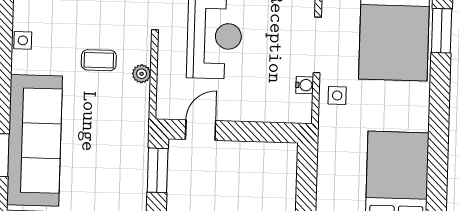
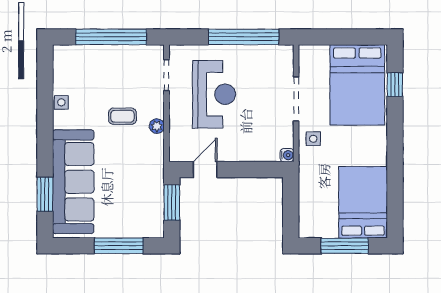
window: (442, 31) -> (395, 85), width x0.67
water cooler: (305, 85) -> (287, 155), moved

